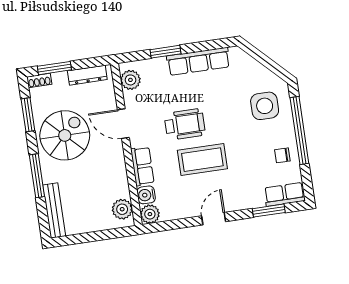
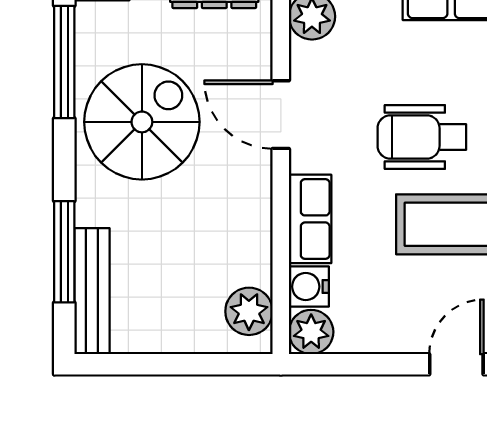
window: (28, 115) -> (64, 62), width x1.44
wheelchair: (185, 124) -> (422, 137), turned 180
window: (37, 176) -> (64, 252), moved

